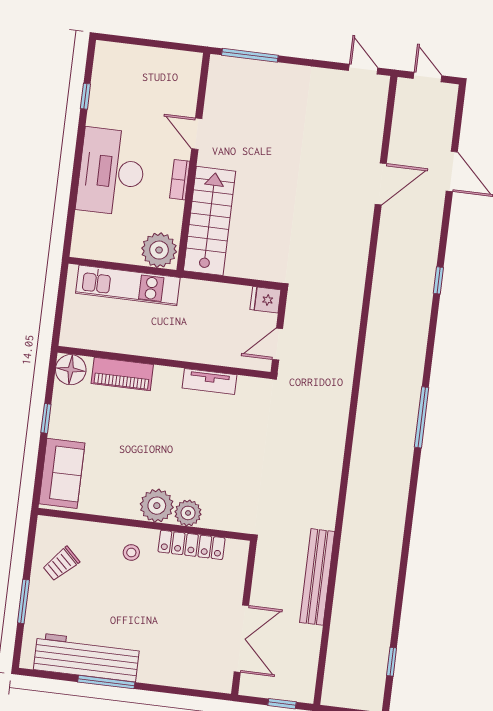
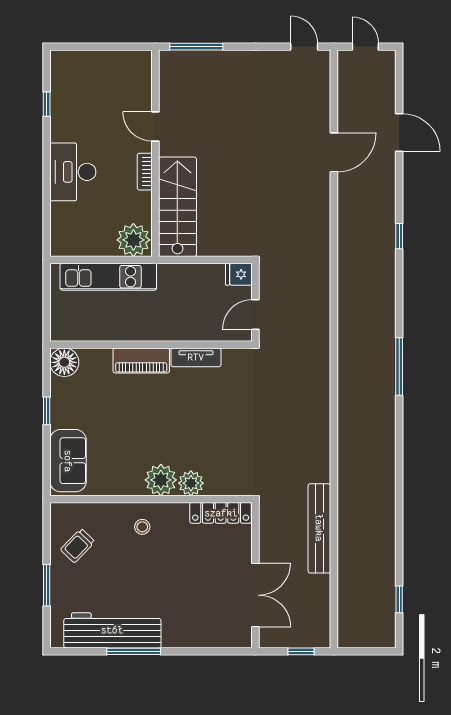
desk: (111, 172) -> (73, 172), width x0.73, depth x0.77
piano: (122, 374) -> (141, 361), moved
locker: (192, 545) -> (221, 513), moved

